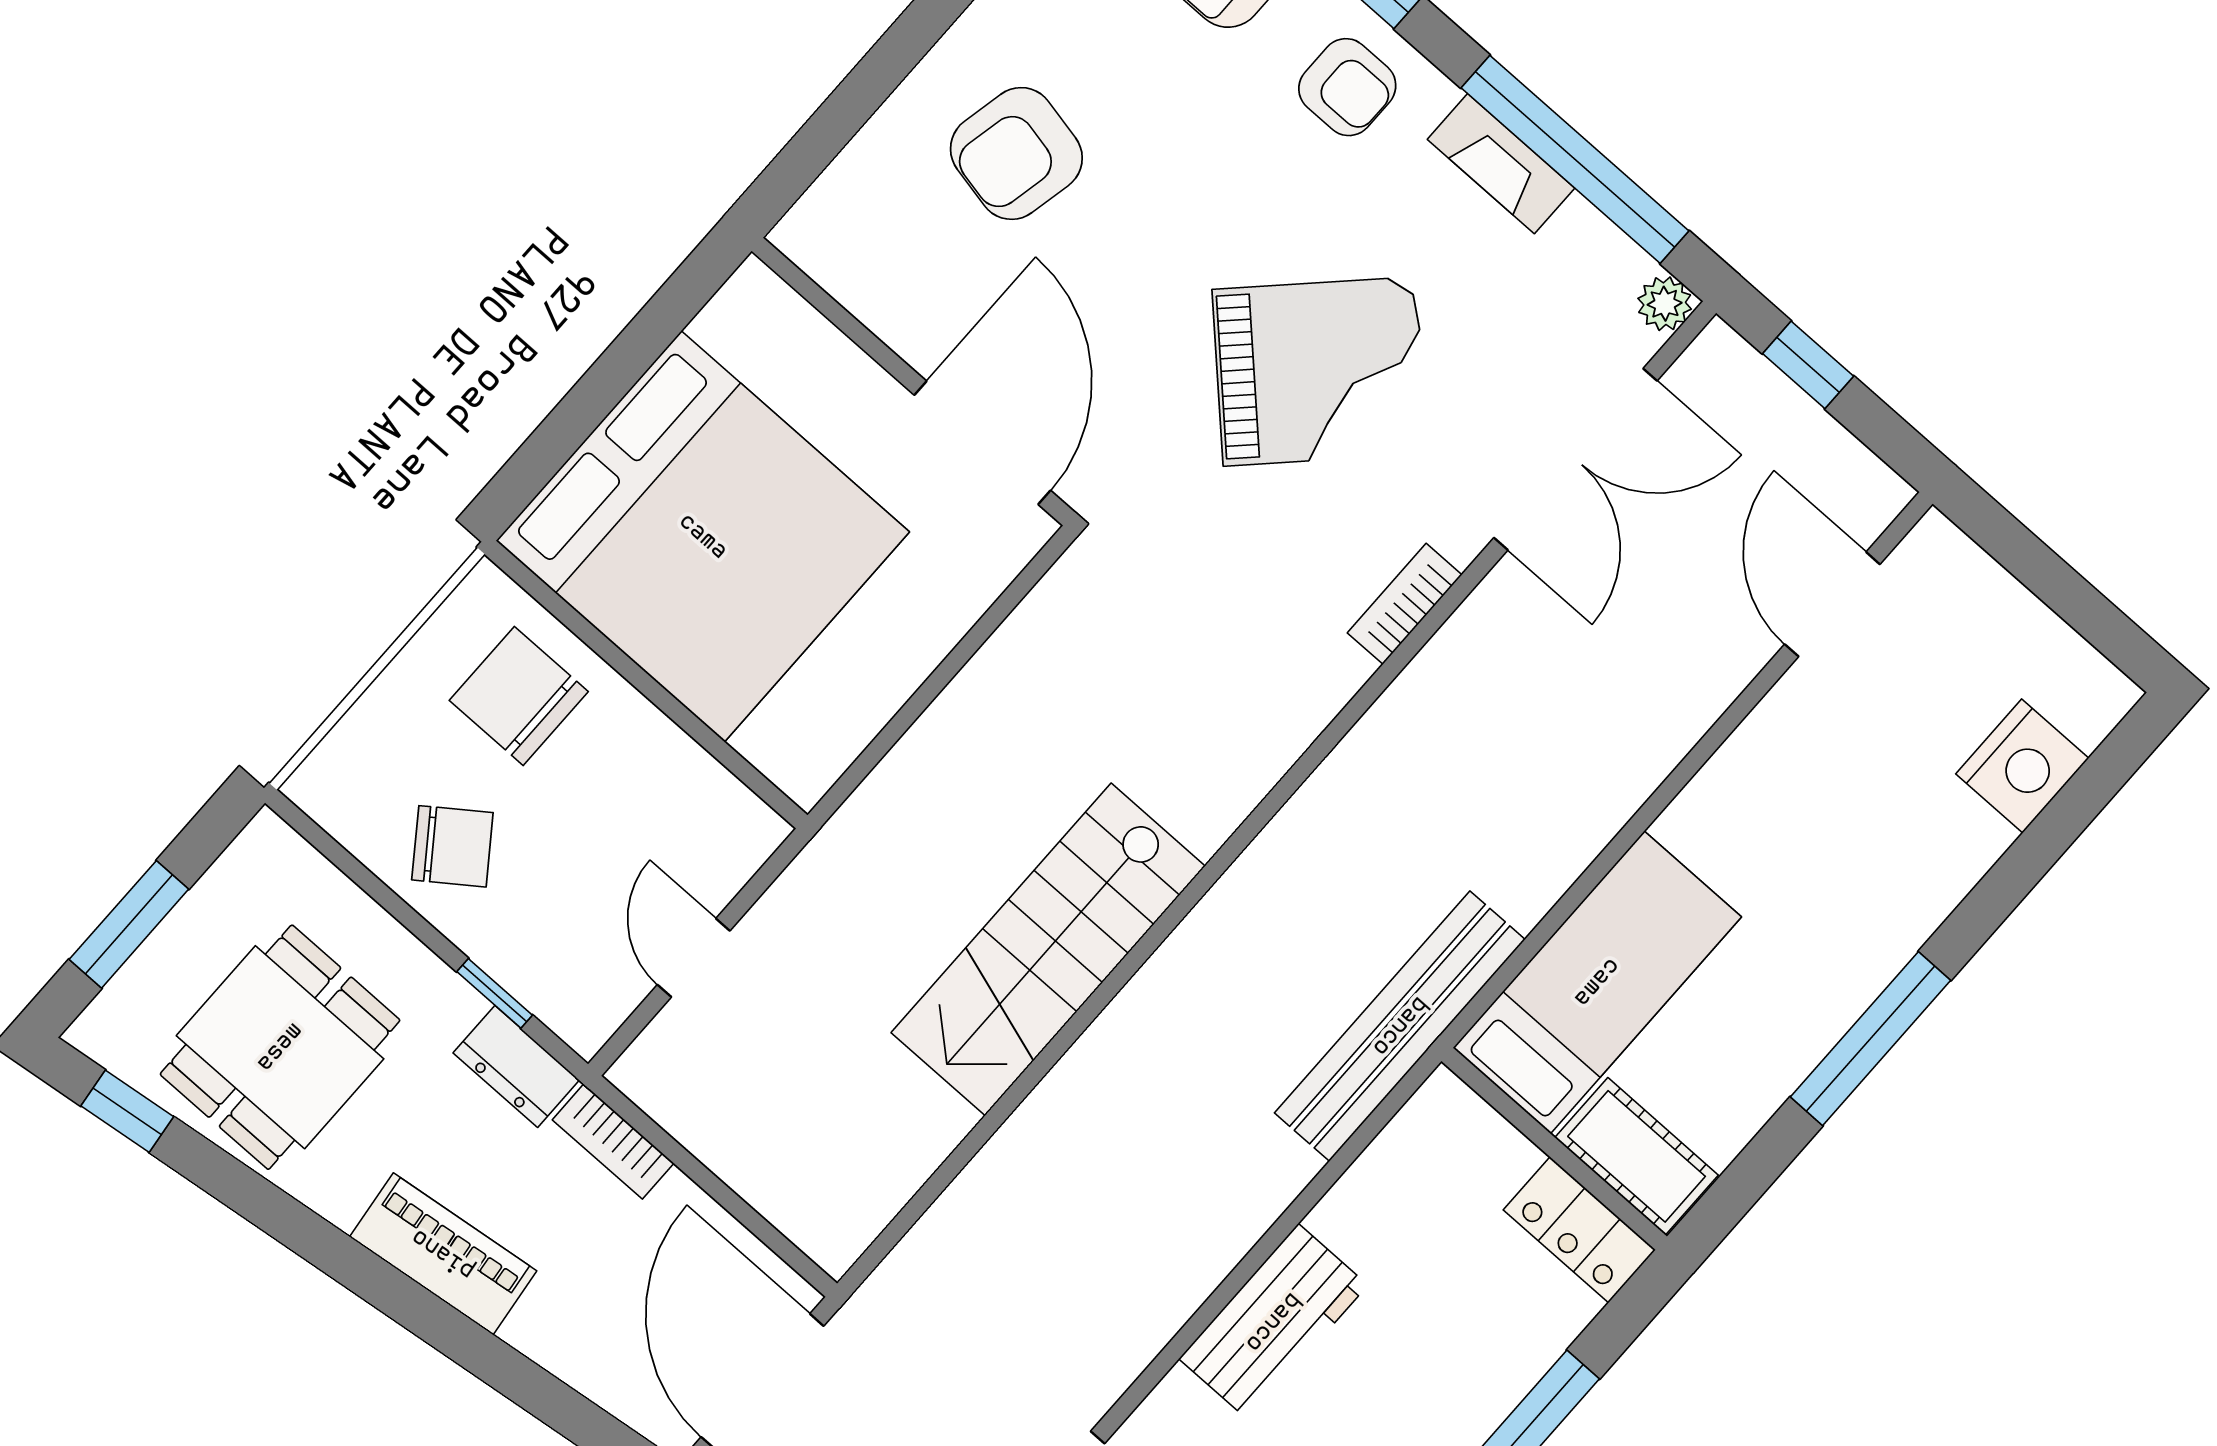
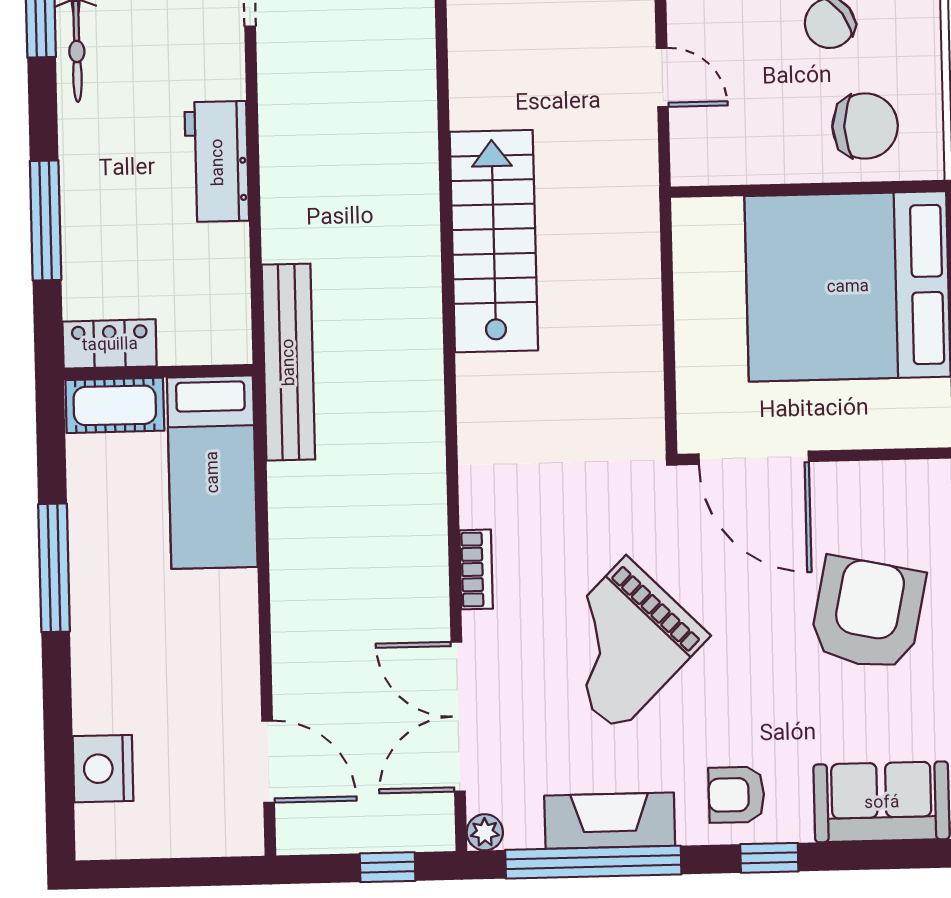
armchair: (1016, 153) -> (867, 614), width x1.36, depth x1.36
fireplace: (1501, 164) -> (610, 821), width x1.37, depth x1.32

